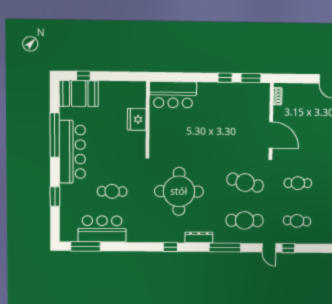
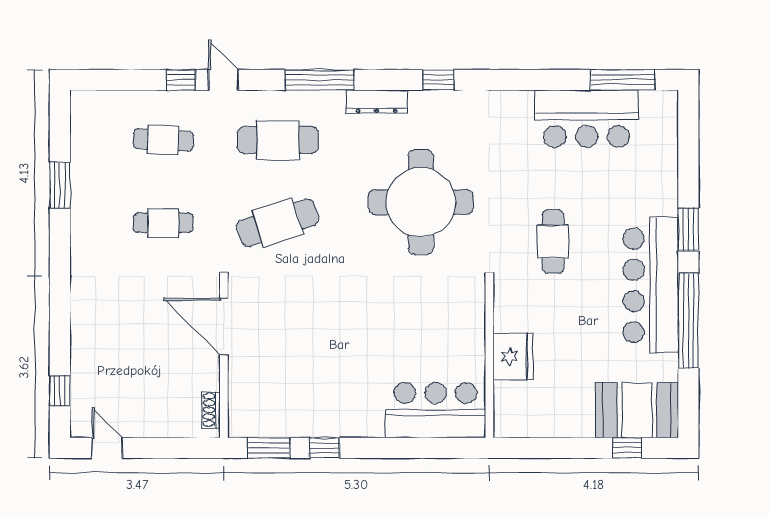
cafe table: (245, 183) -> (278, 223), turned -33
cafe table: (112, 191) -> (553, 242), moved, turned 90
window: (55, 196) -> (688, 229), moved

